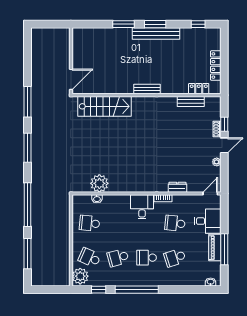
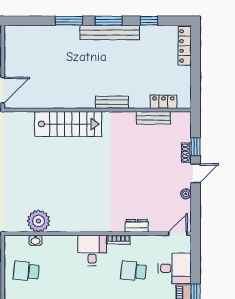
window: (198, 24) -> (149, 21), moved
locker: (216, 66) -> (185, 46), moved
bench: (147, 89) -> (112, 102), moved
stairs: (105, 106) -> (68, 124), moved

